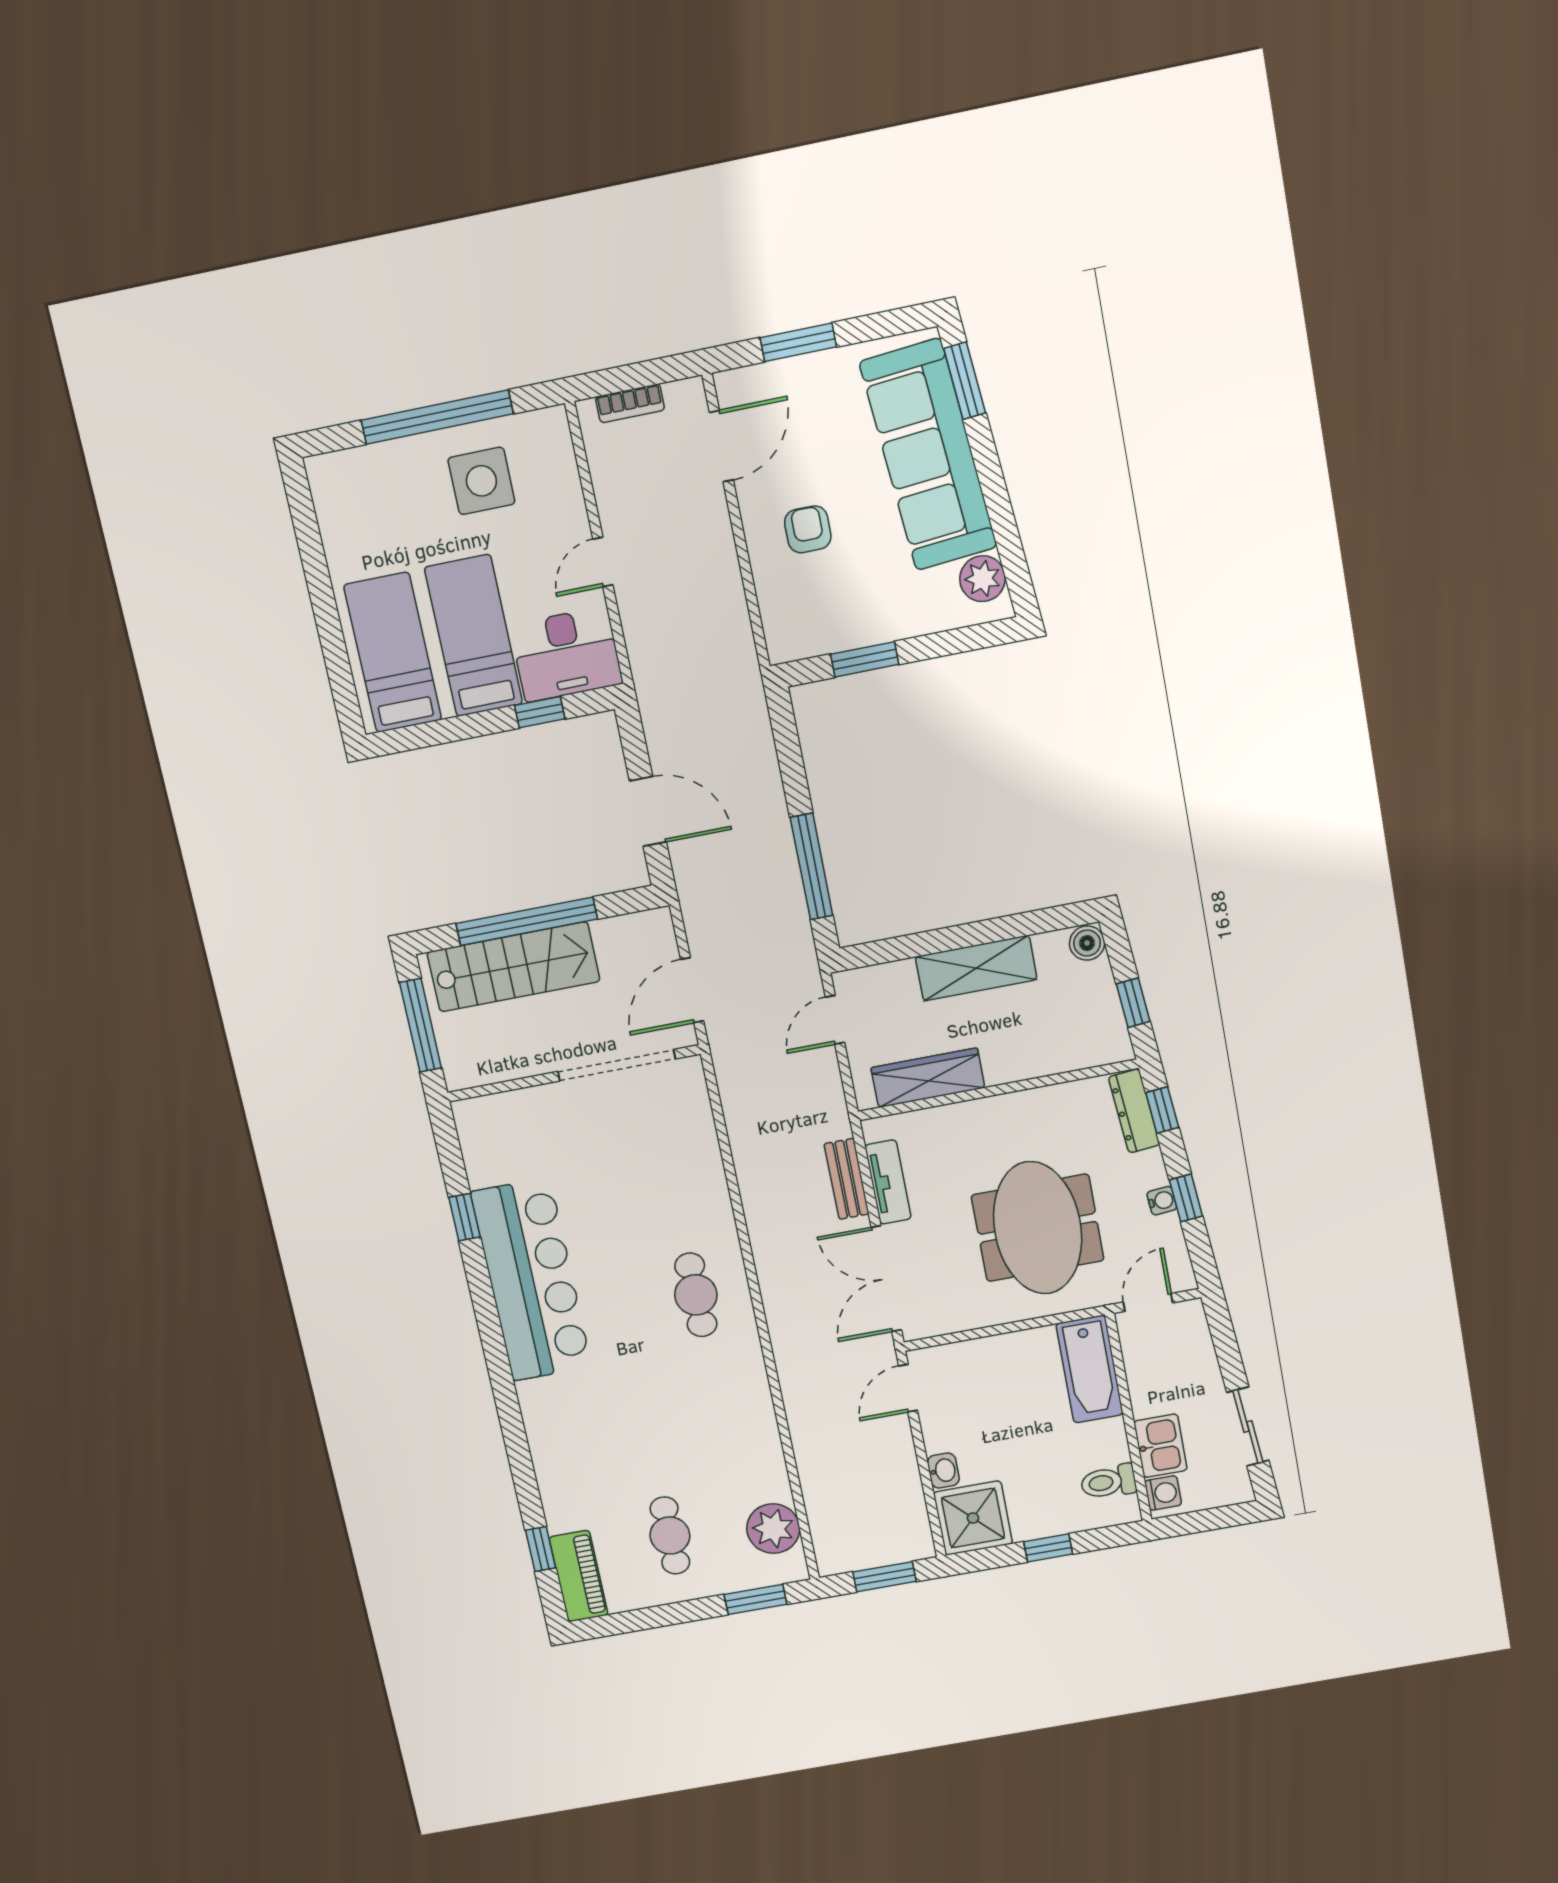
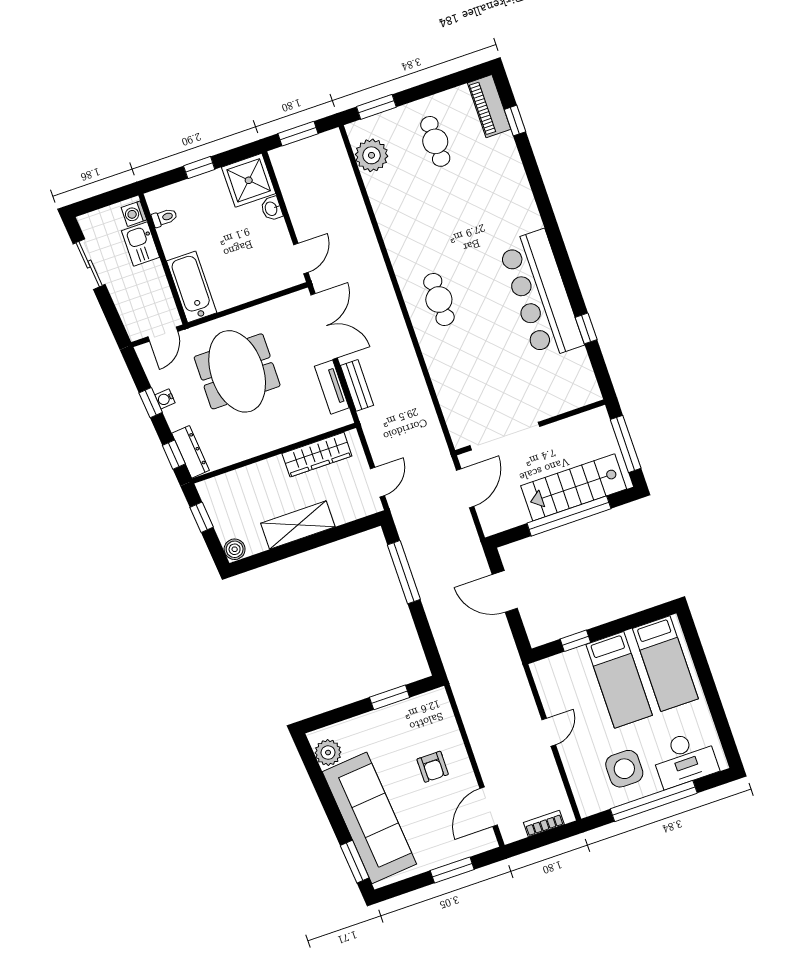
desk: (566, 654) -> (685, 759), moved, turned 180
toilet: (1108, 1482) -> (164, 218), width x0.73, depth x0.72

